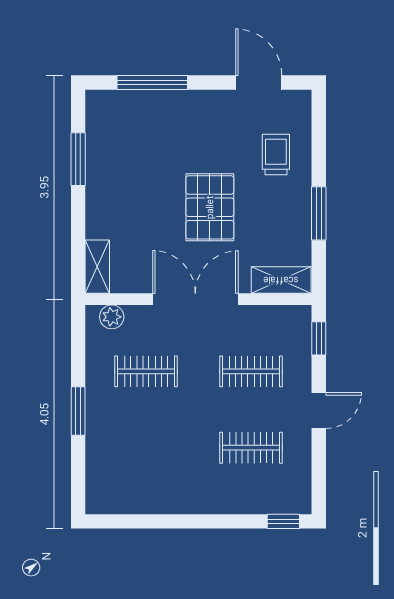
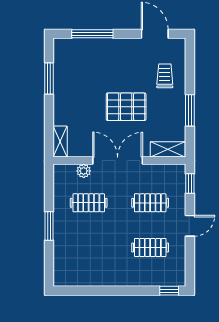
pallet: (210, 207) -> (126, 107), turned 90
plant: (112, 317) -> (84, 171), moved

